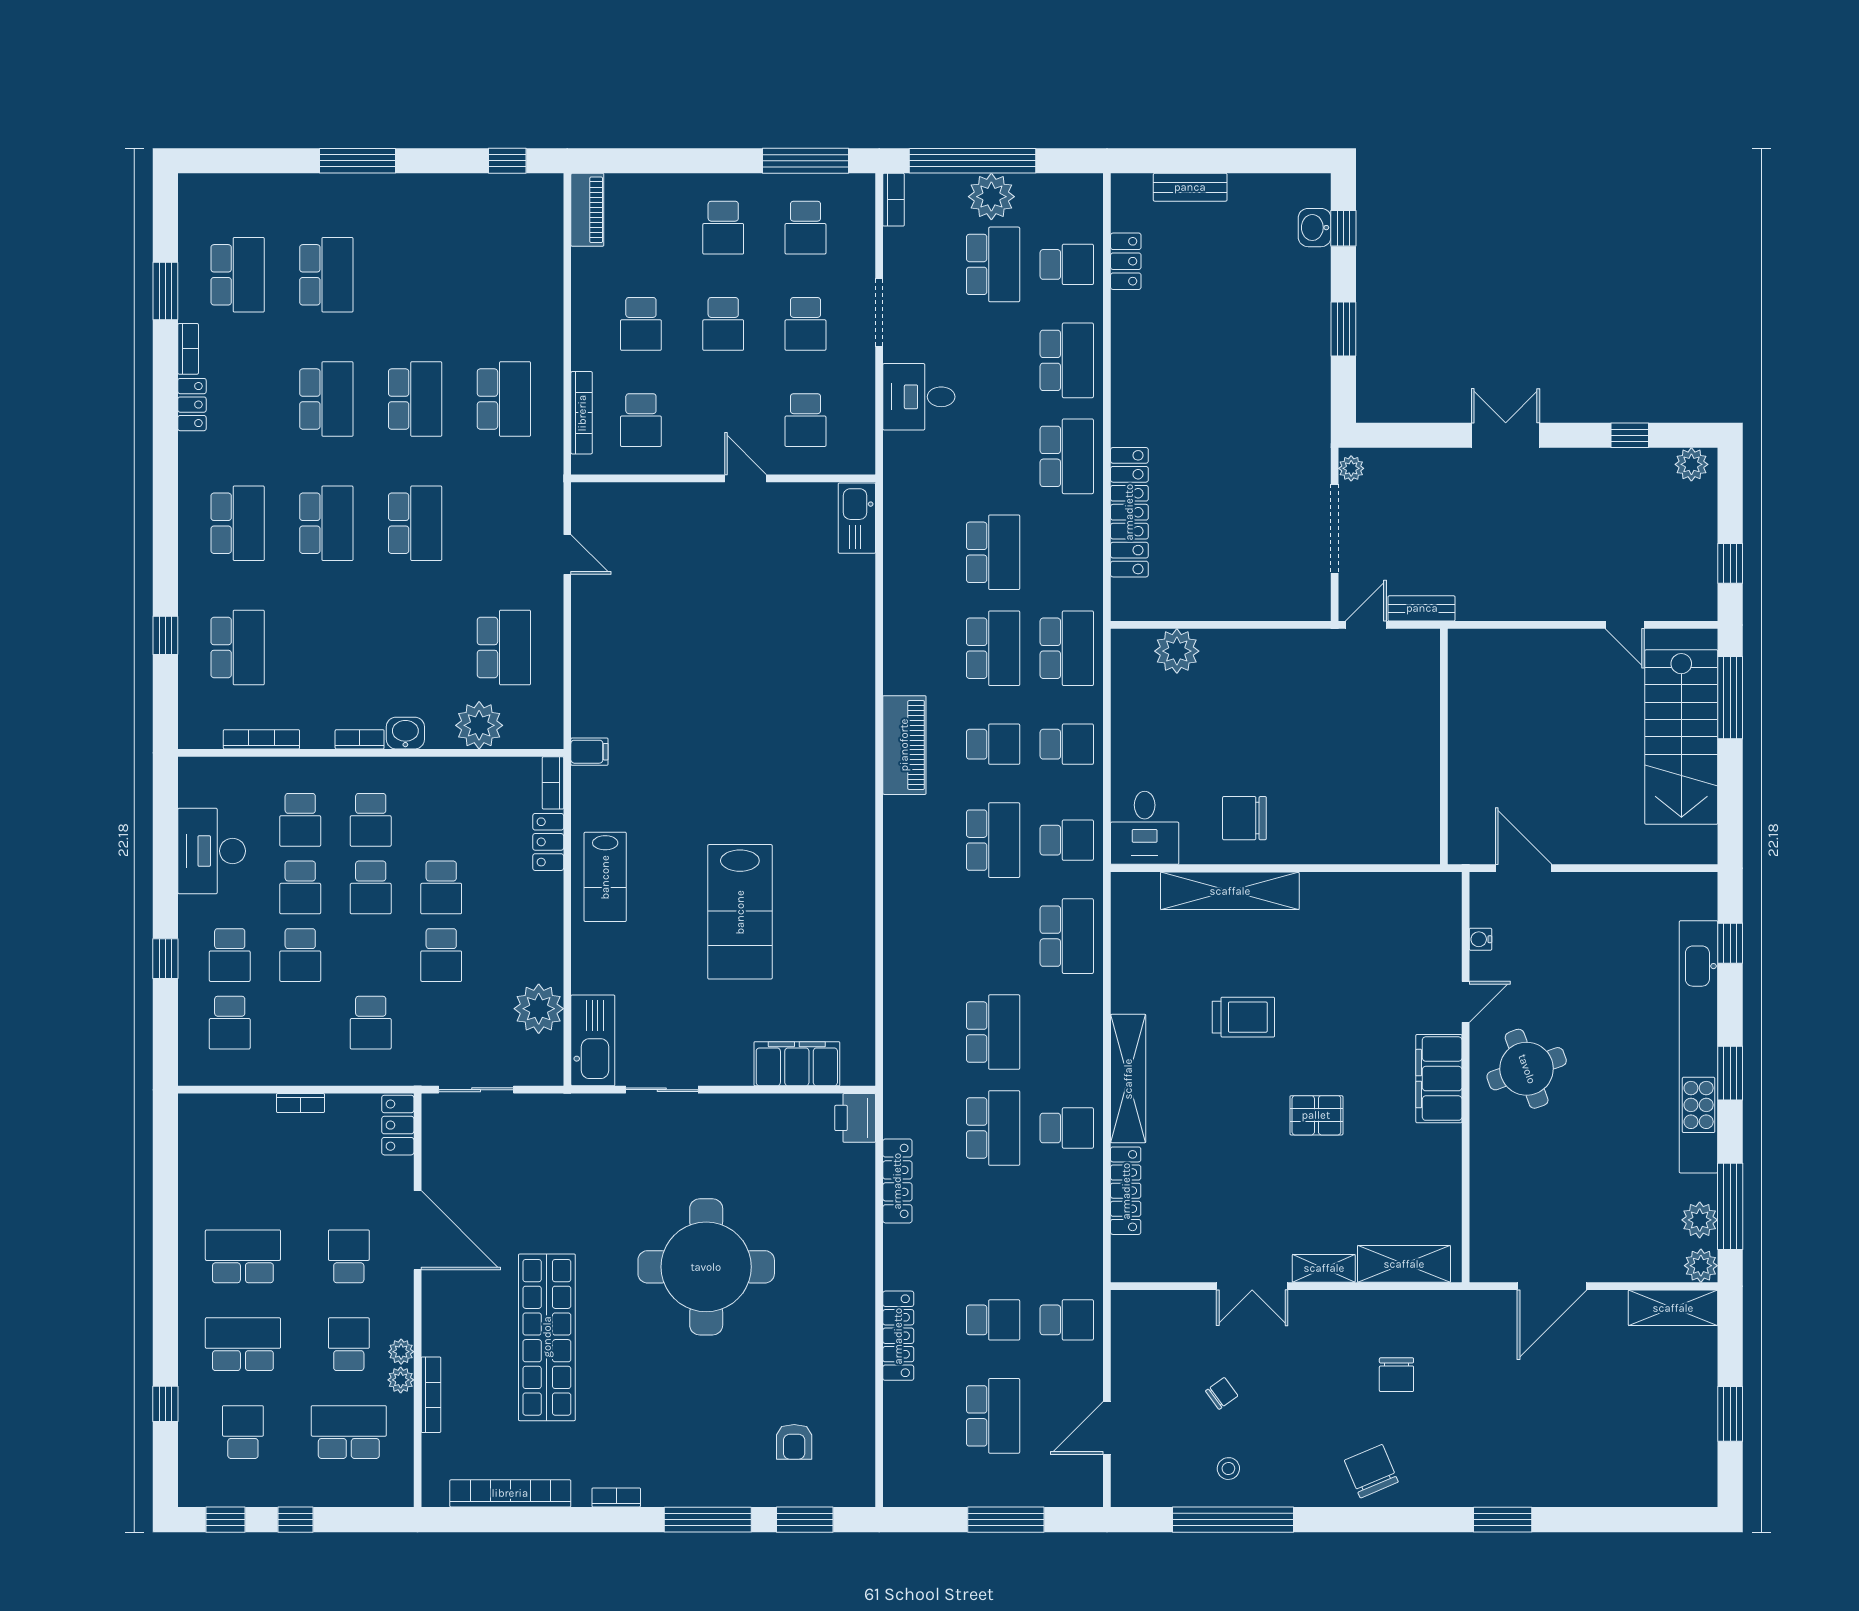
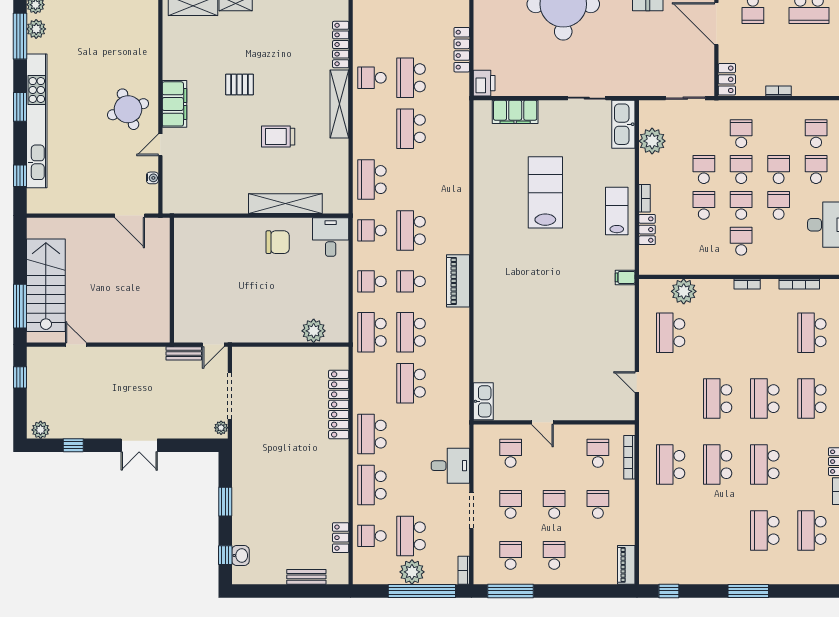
washbasin: (405, 733) -> (723, 287), removed
bookcase: (553, 783) -> (645, 198), moved
school desk: (300, 820) -> (741, 170), moved

